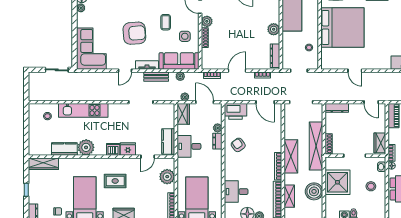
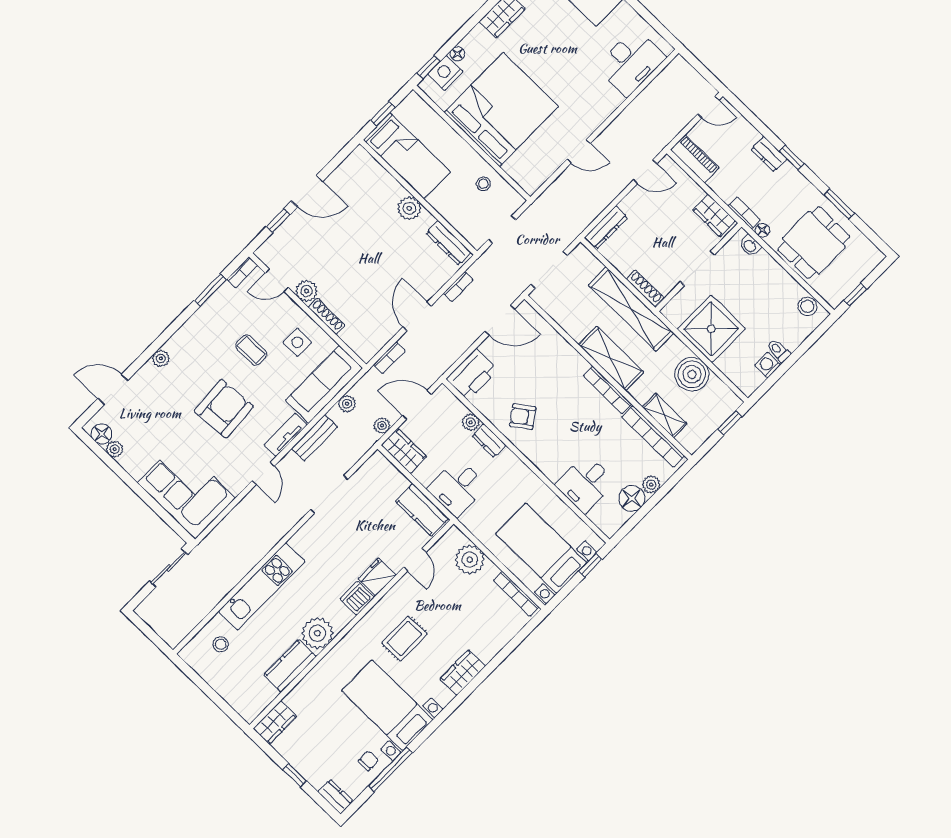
wardrobe: (43, 164) -> (275, 723), width x0.67
stool: (371, 186) -> (807, 306), moved

